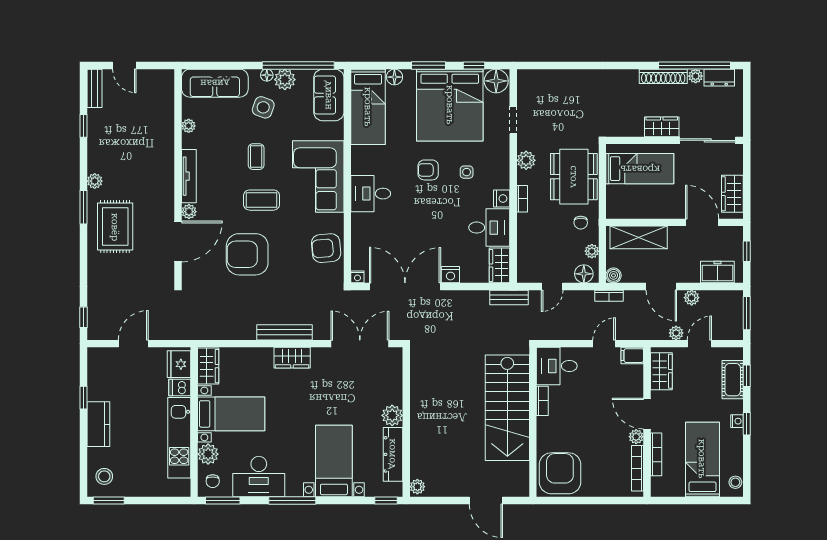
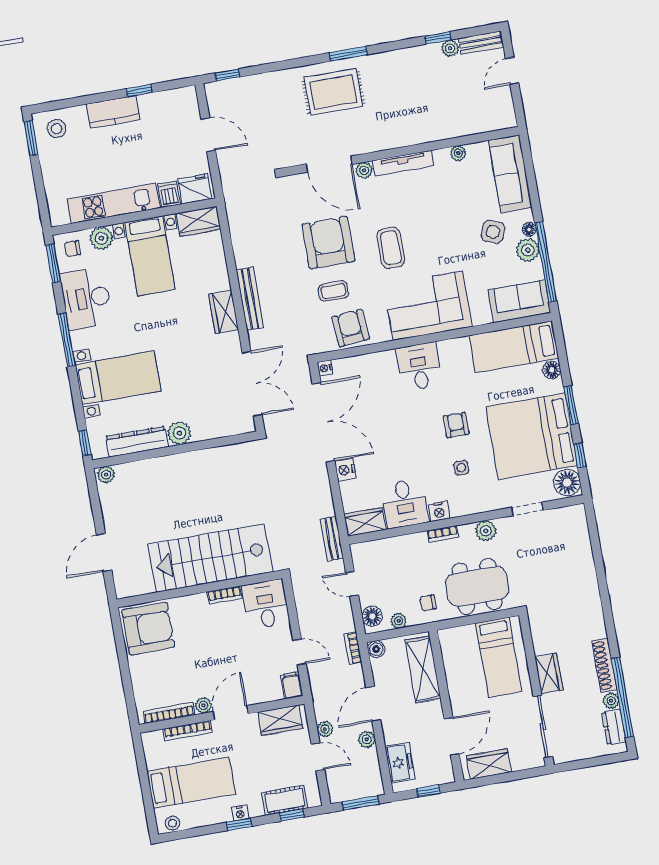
coffee table: (256, 157) -> (333, 291), moved
plant: (95, 181) -> (450, 48), moved

